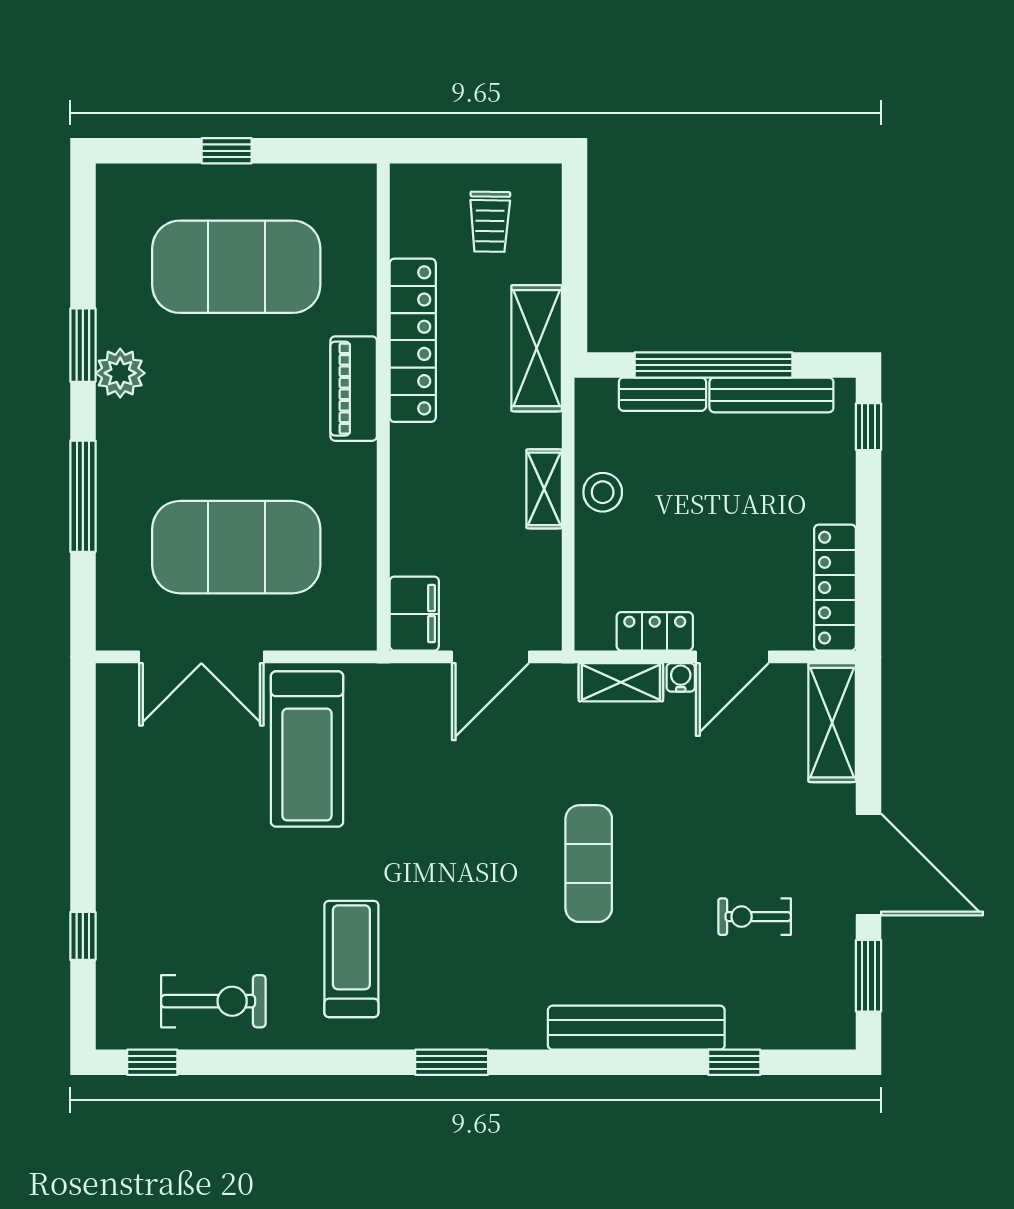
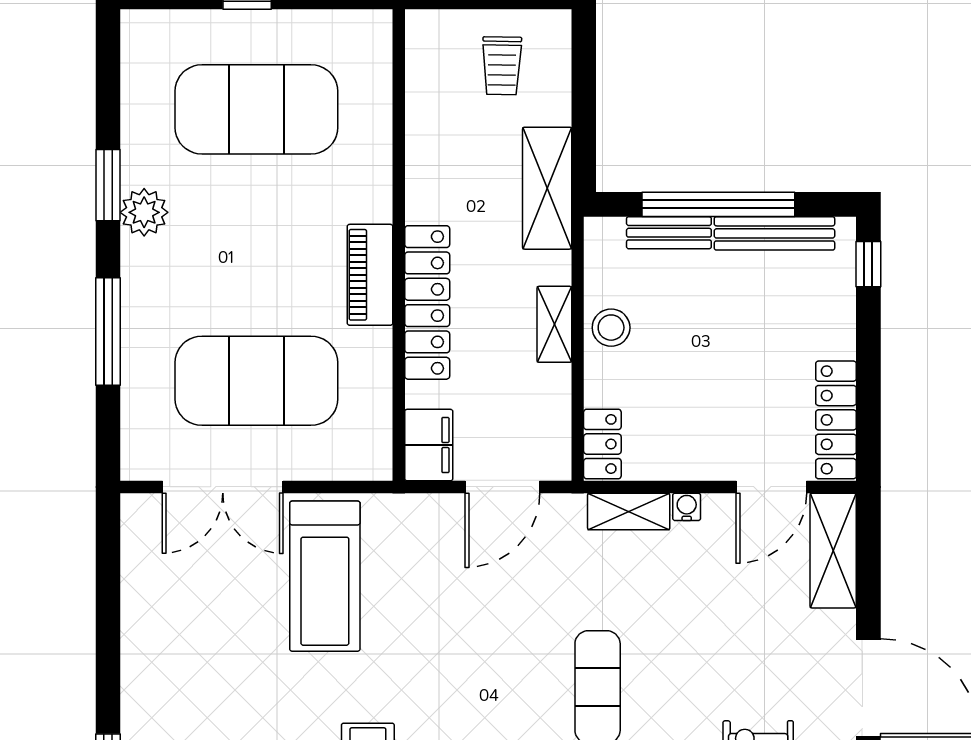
locker: (413, 340) -> (427, 302), moved
piano: (354, 389) -> (370, 275), moved
locker: (655, 631) -> (602, 444), moved, turned 90
door: (732, 657) -> (771, 487), moved

